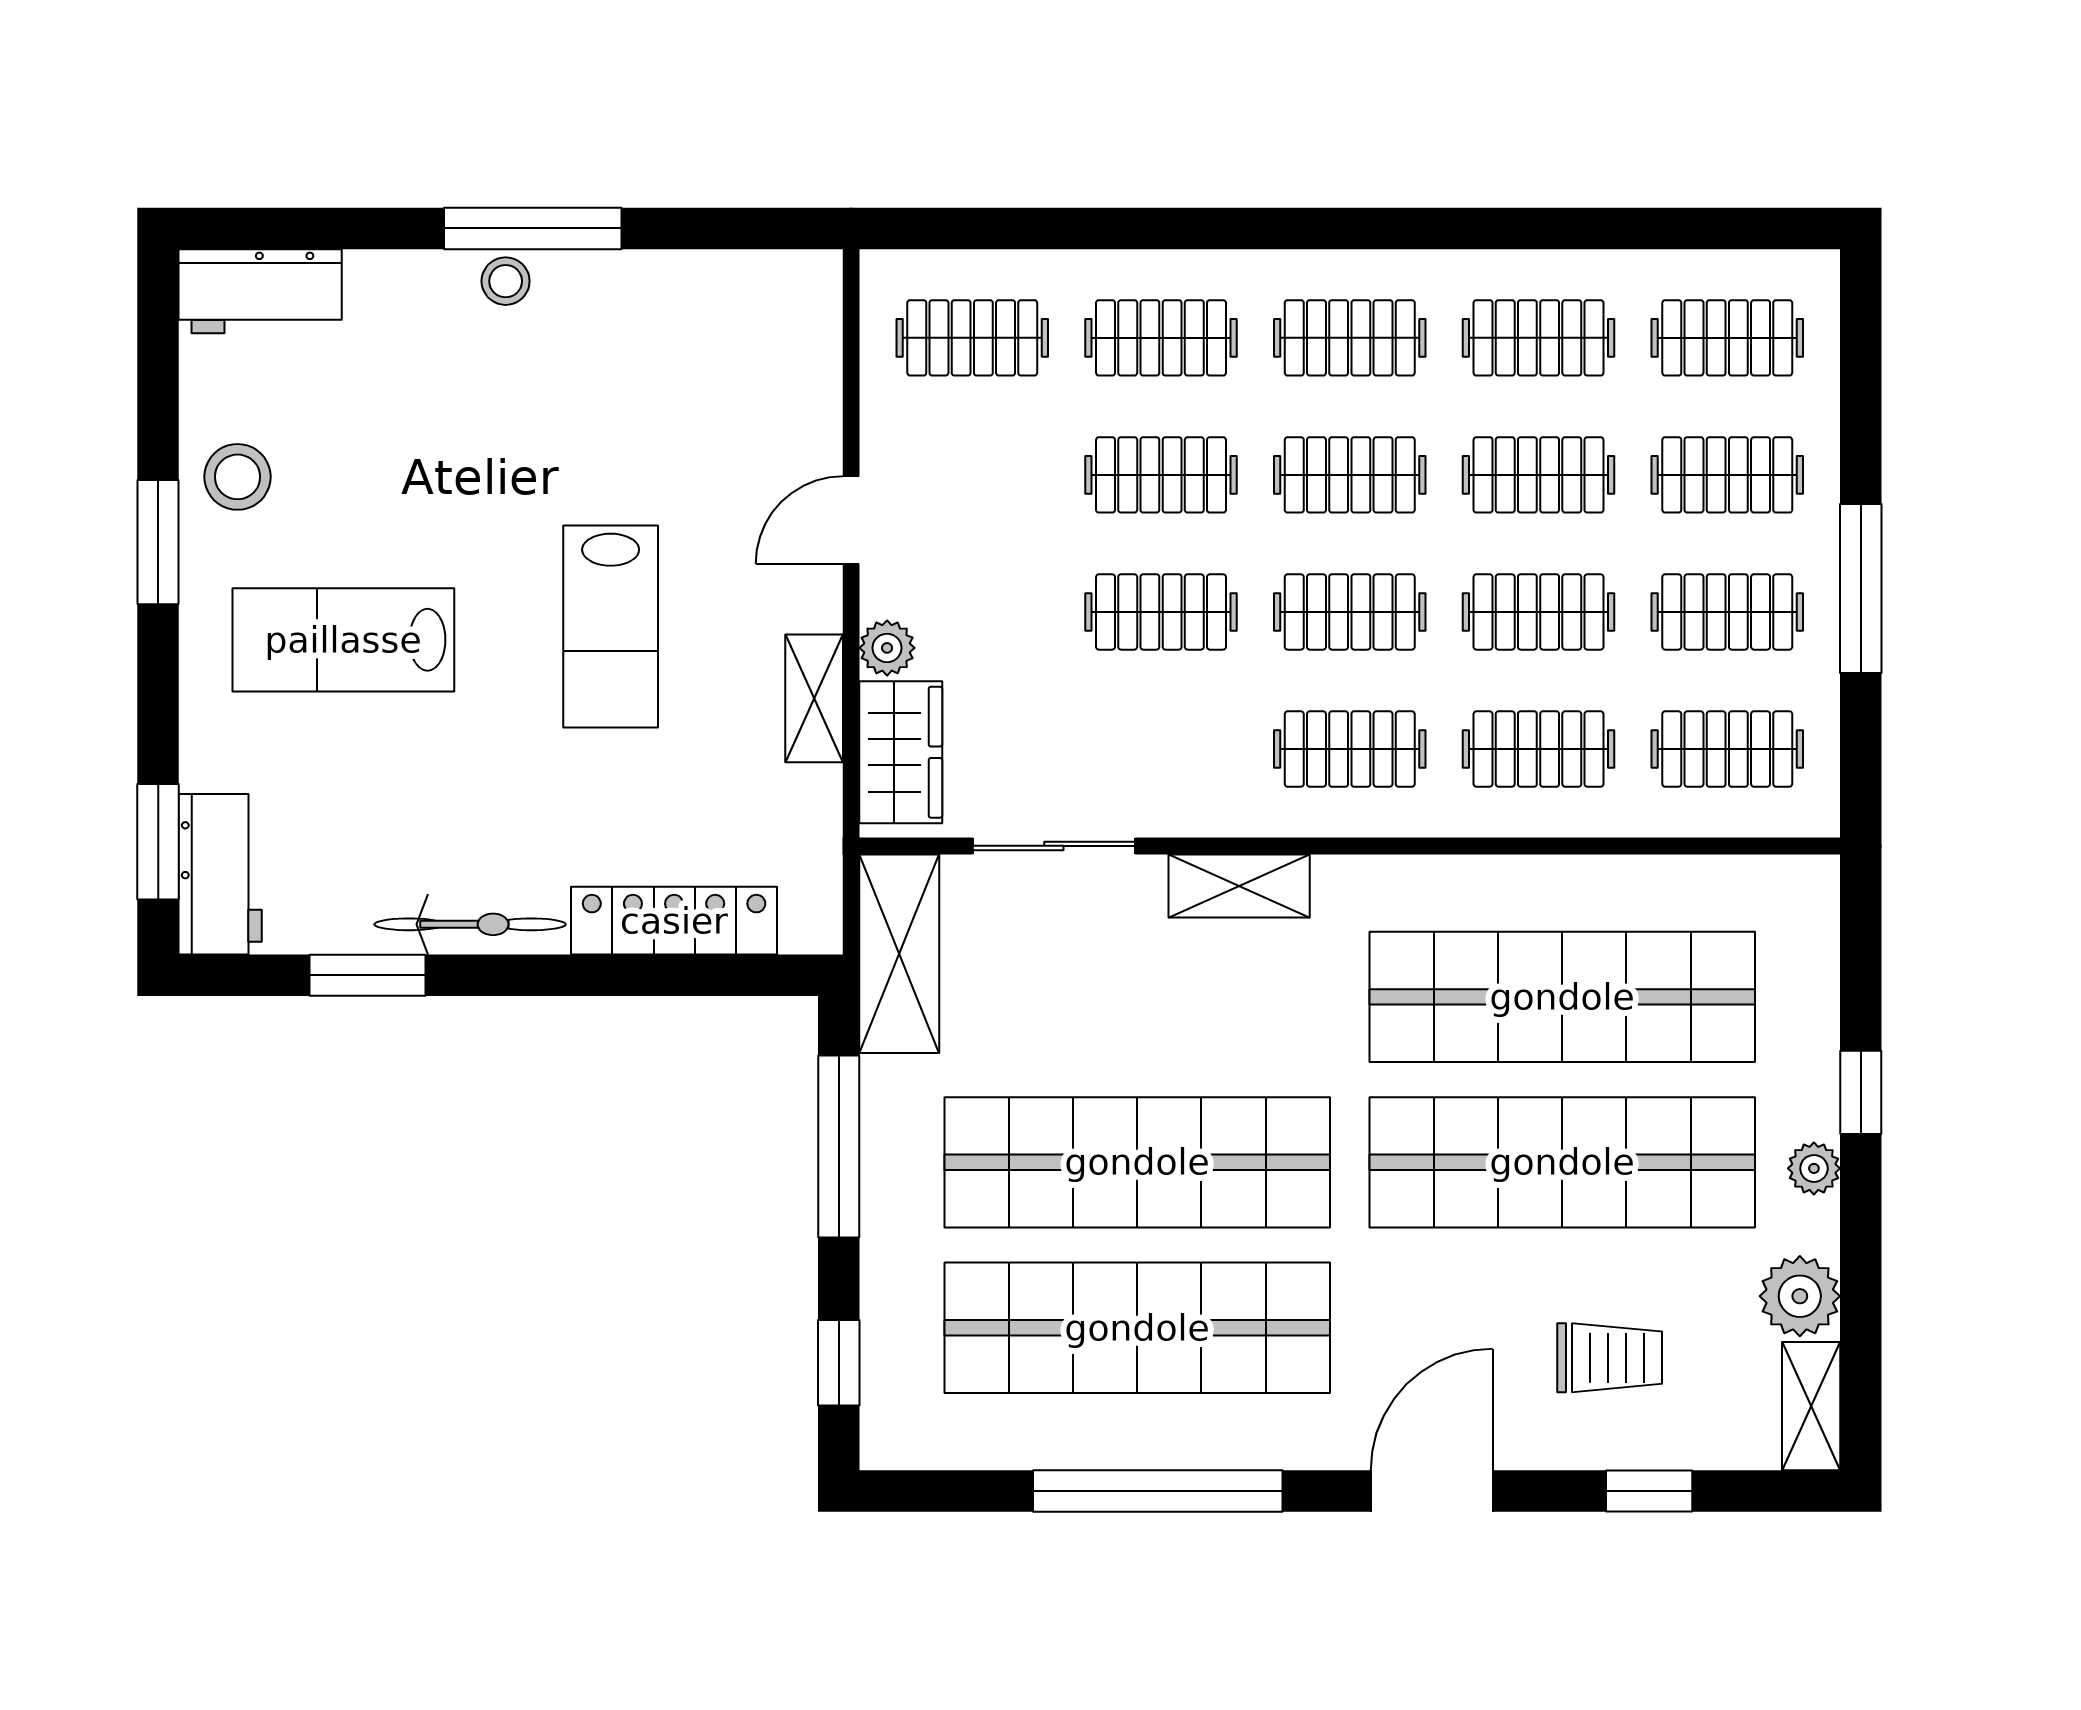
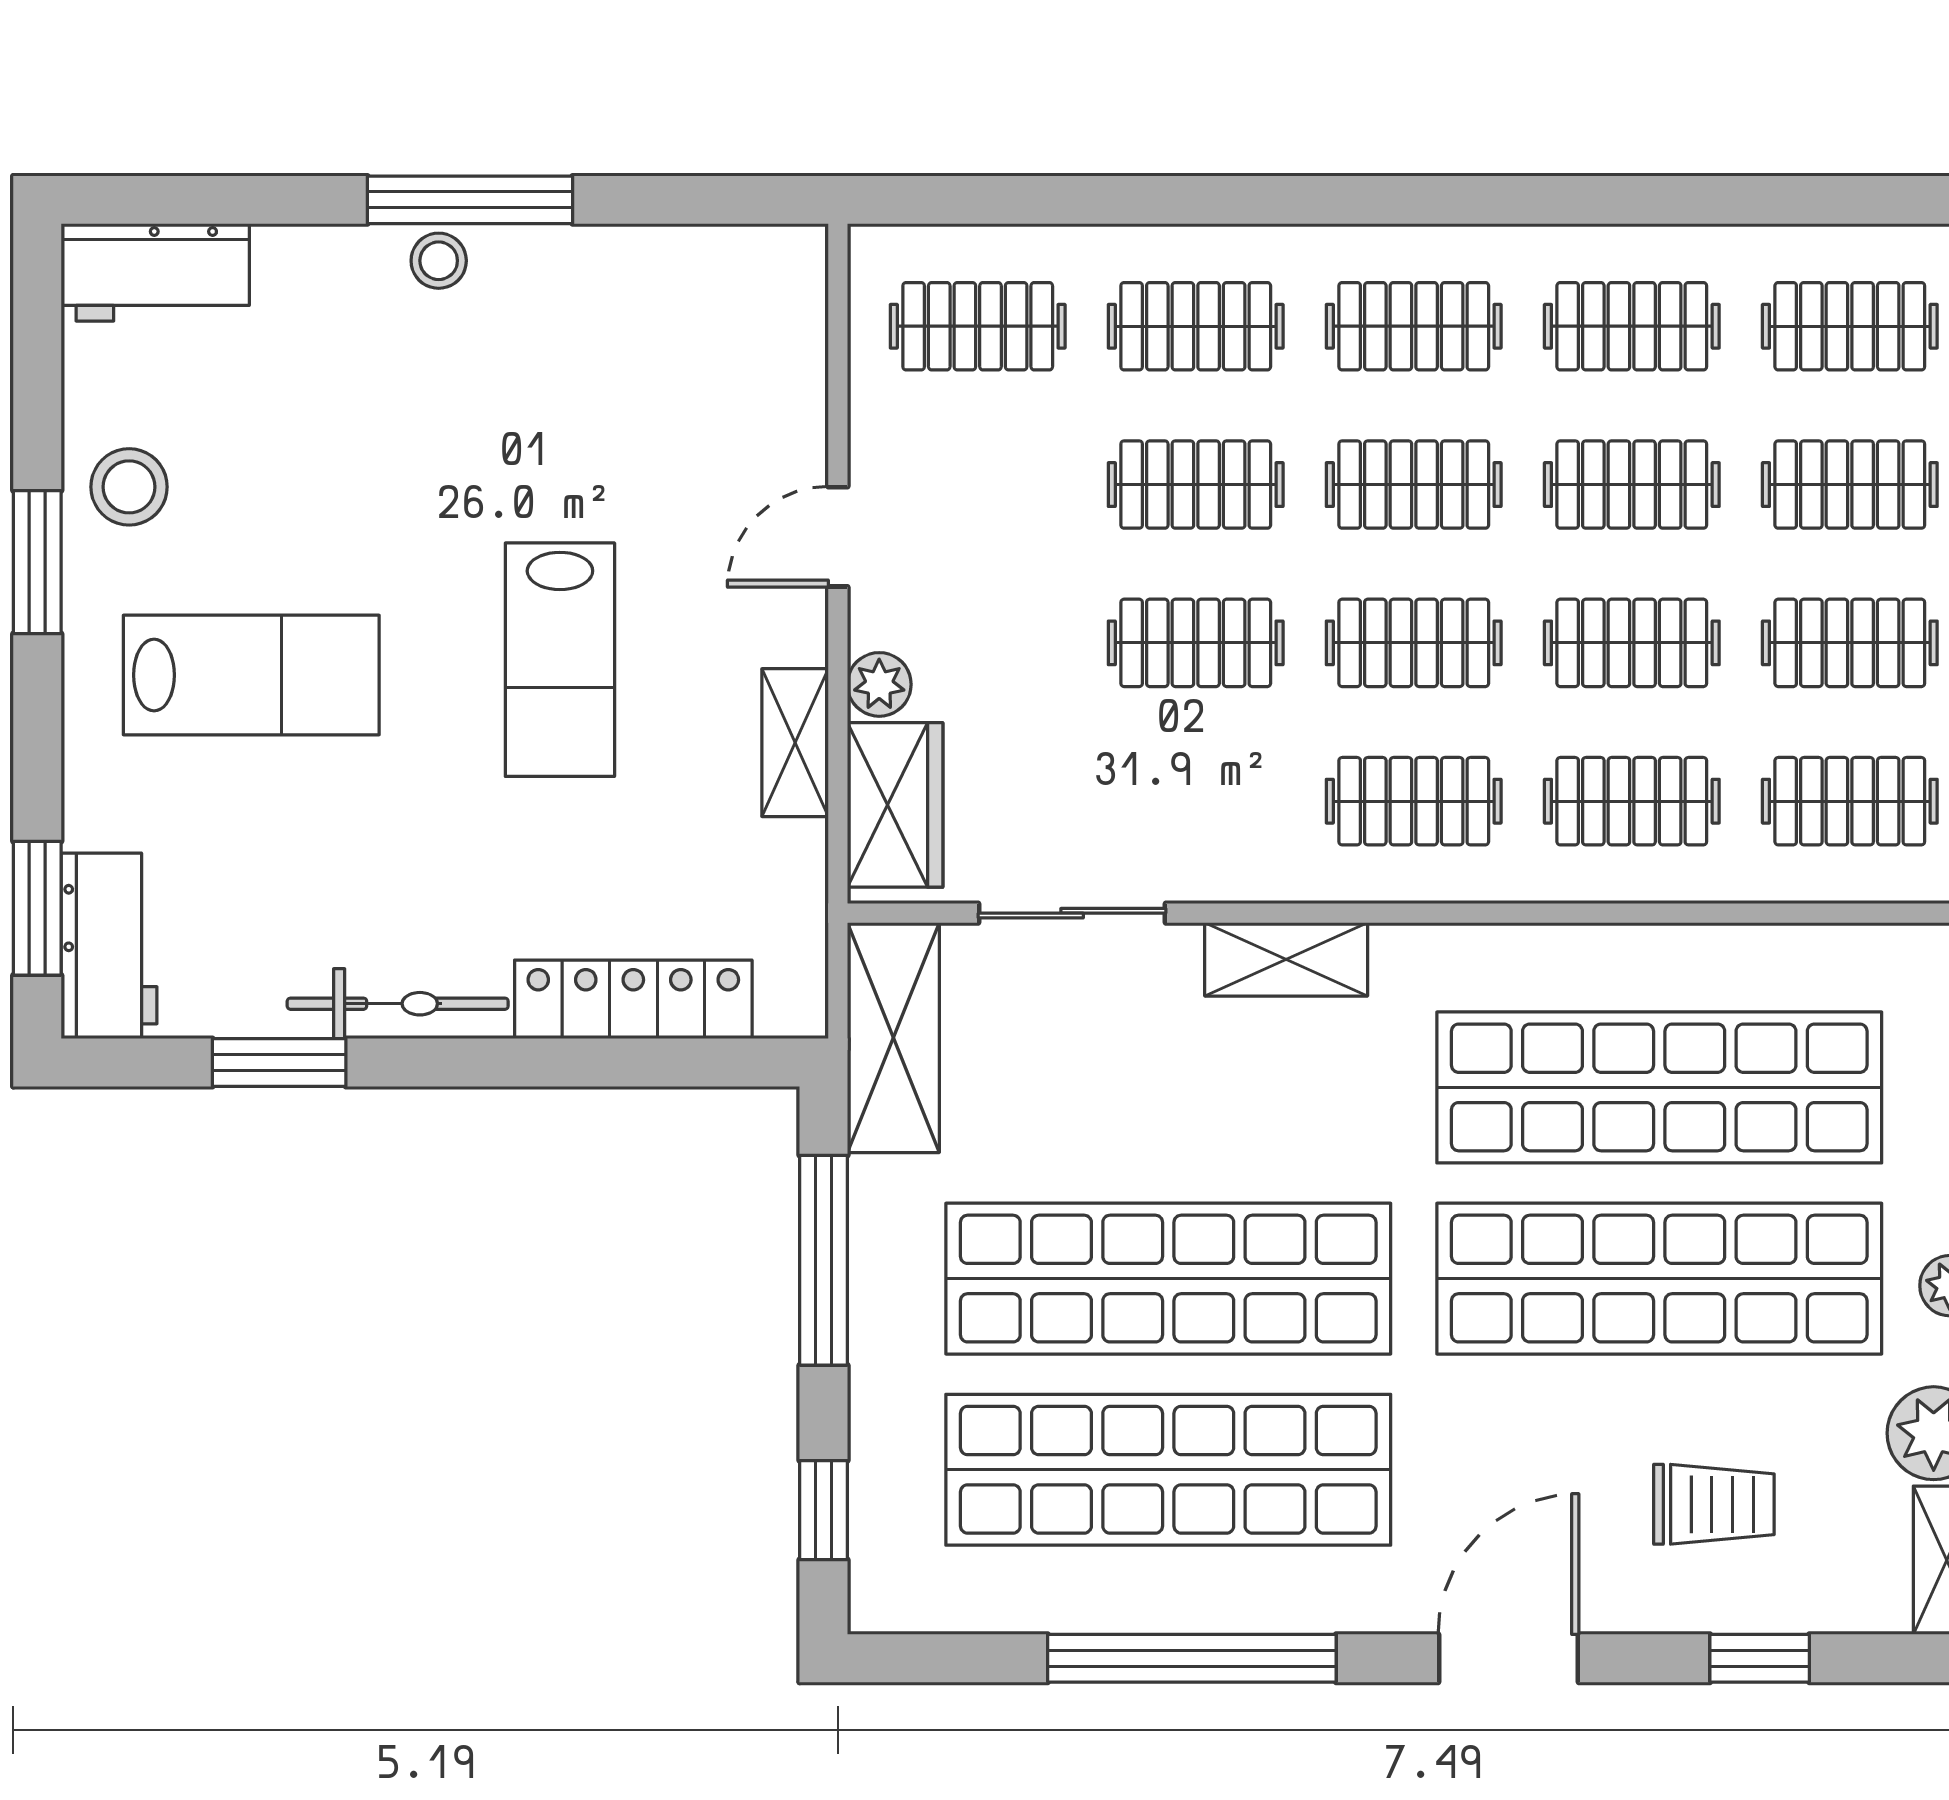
lab bench: (343, 640) -> (251, 675), turned 180

